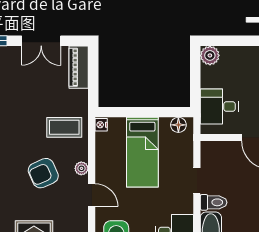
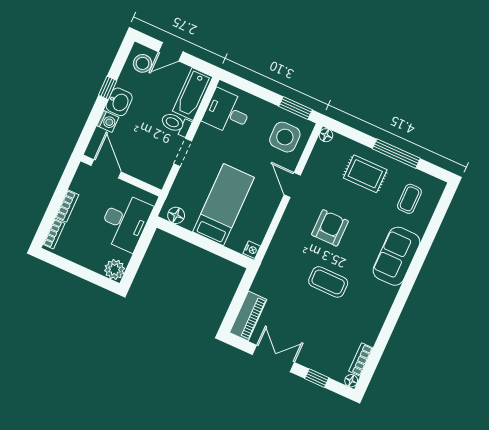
desk: (219, 106) -> (125, 222), width x1.37
coffee table: (64, 127) -> (328, 282), moved
plant: (81, 168) -> (290, 216), removed
armchair: (43, 173) -> (330, 228), turned -66

